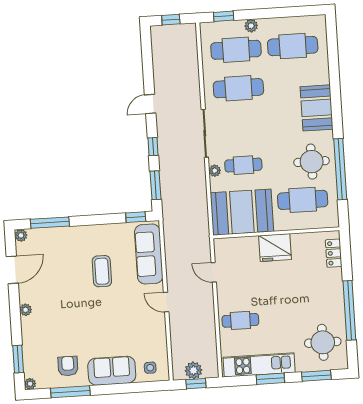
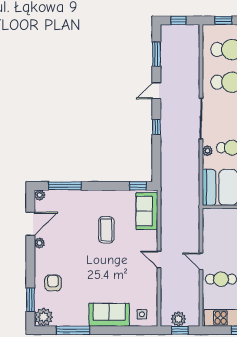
window: (155, 185) -> (156, 54), moved
sofa: (149, 254) -> (147, 211), width x0.73
door: (214, 272) -> (201, 261), moved
plant: (26, 310) -> (40, 243), moved
armchair: (68, 366) -> (53, 283), moved
plant: (30, 384) -> (44, 317), width x1.88, depth x1.88

